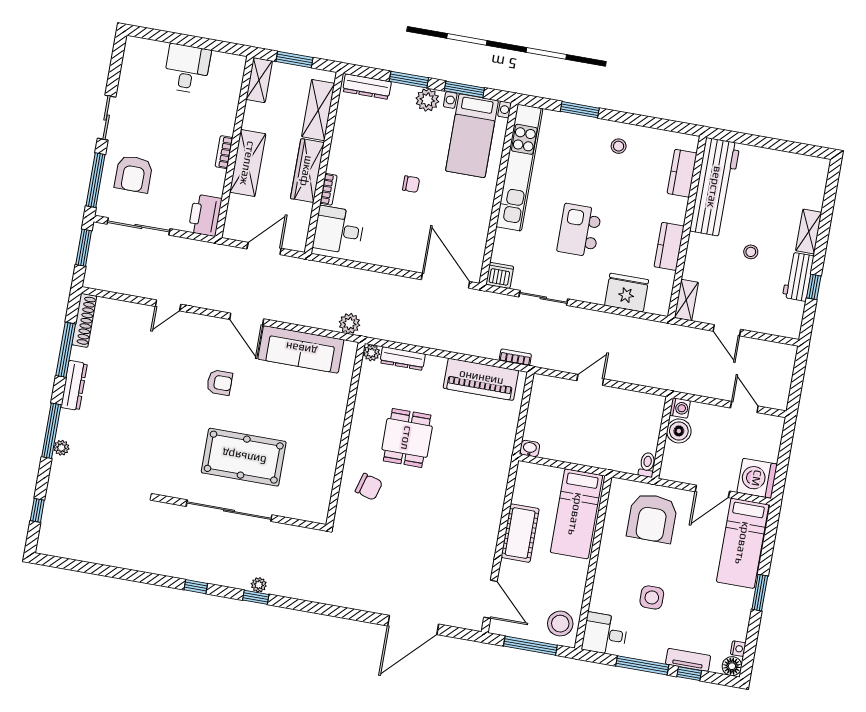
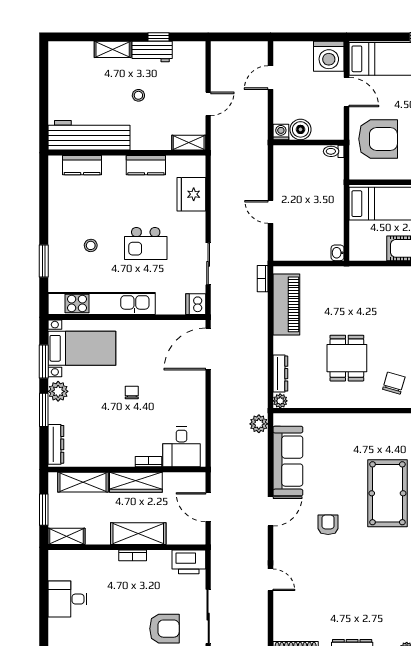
stool: (619, 146) -> (91, 245), moved
dining table: (407, 438) -> (347, 358), turned 90

